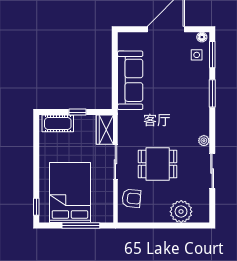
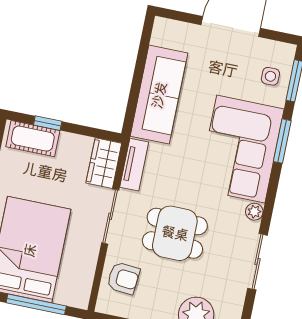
floor lamp: (202, 37) -> (284, 50), removed
corner sofa: (188, 104) -> (241, 149), added
window: (78, 112) -> (48, 123), moved
tv unit: (124, 127) -> (134, 165), added

